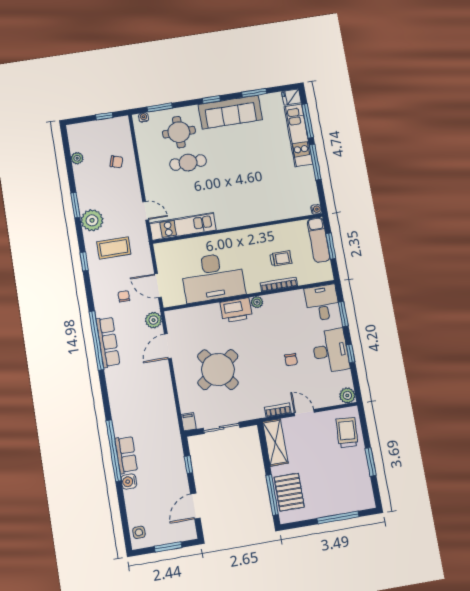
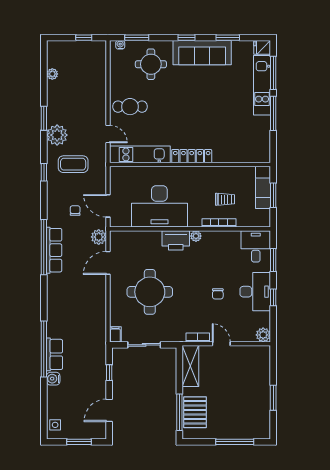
chair: (116, 162) -> (88, 83), removed
cafe table: (188, 163) -> (130, 107), moved
water cooler: (316, 209) -> (266, 158), removed
locker: (238, 219) -> (192, 156), added
round table: (218, 370) -> (150, 292), turned 36
trolley: (347, 433) -> (257, 368), removed

